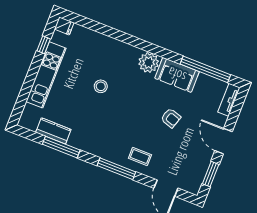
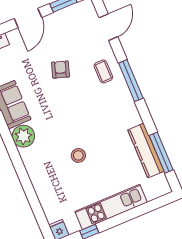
armchair: (171, 118) -> (61, 70), moved
kitchen counter: (53, 131) -> (146, 151), width x1.50
window: (61, 147) -> (161, 153), moved

